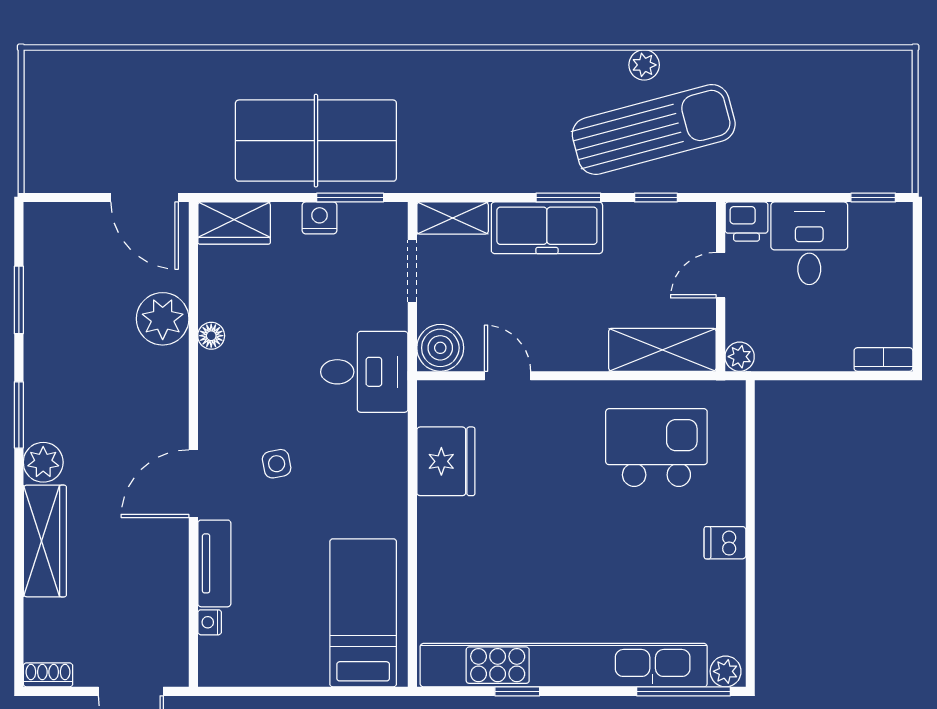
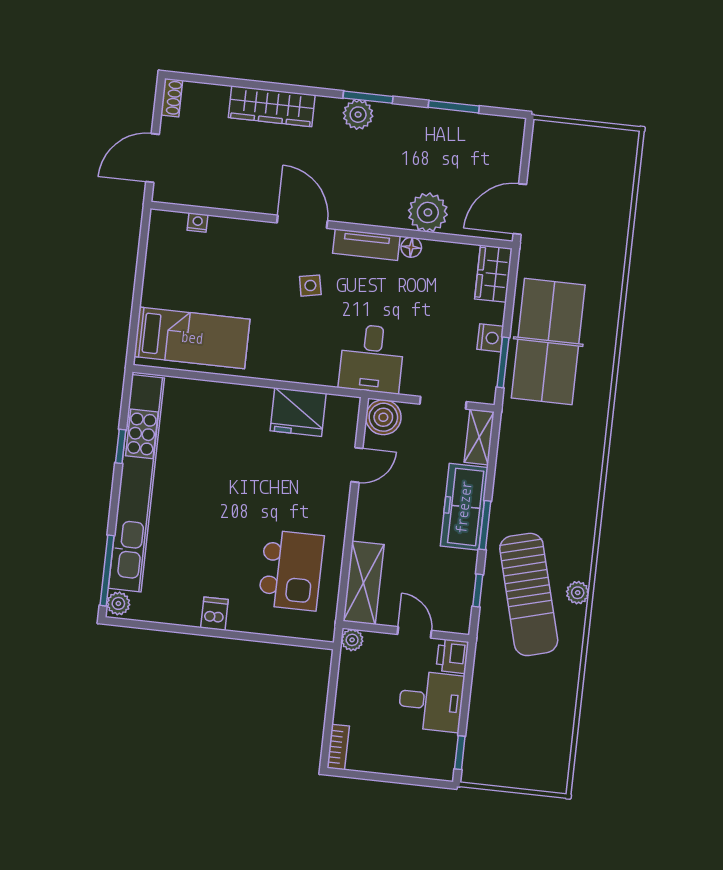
plant: (43, 462) -> (358, 115), moved
tv unit: (214, 563) -> (366, 245), moved

